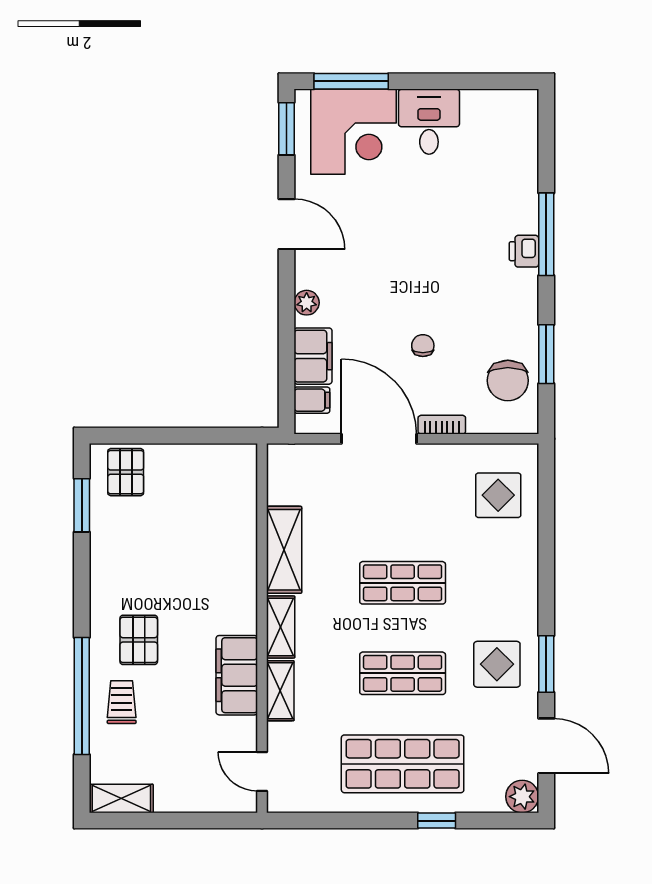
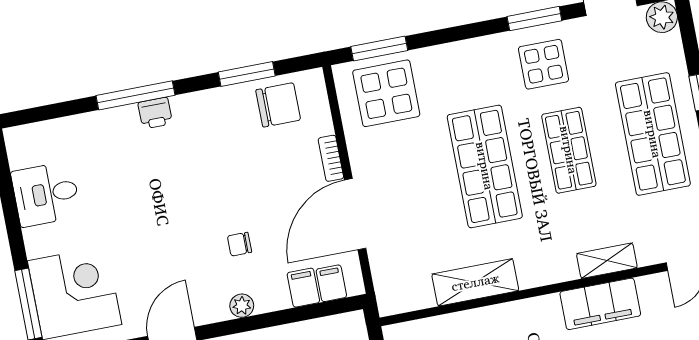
desk: (429, 122) -> (46, 194), moved
chair: (423, 346) -> (240, 244), moved
filing cabinet: (313, 356) -> (303, 288), width x0.50
display table: (498, 495) -> (386, 93), width x1.36, depth x1.36
window: (546, 497) -> (379, 48), added
shop shelf: (403, 583) -> (485, 166), width x1.43, depth x1.36
shelving: (281, 627) -> (548, 272), removed

